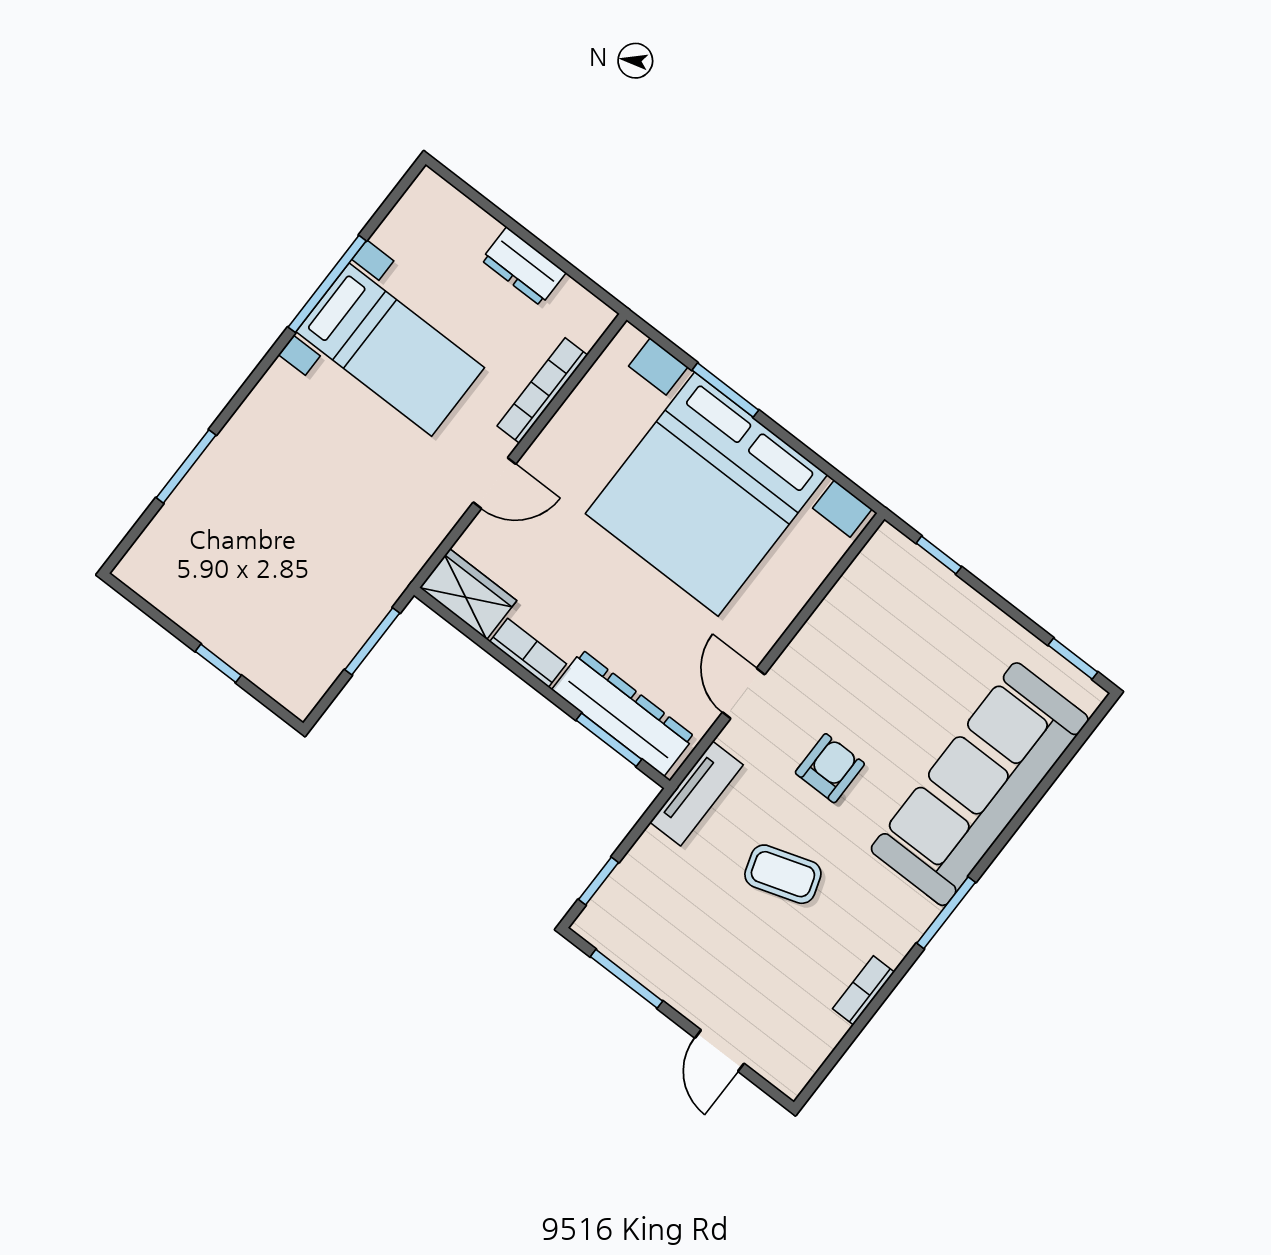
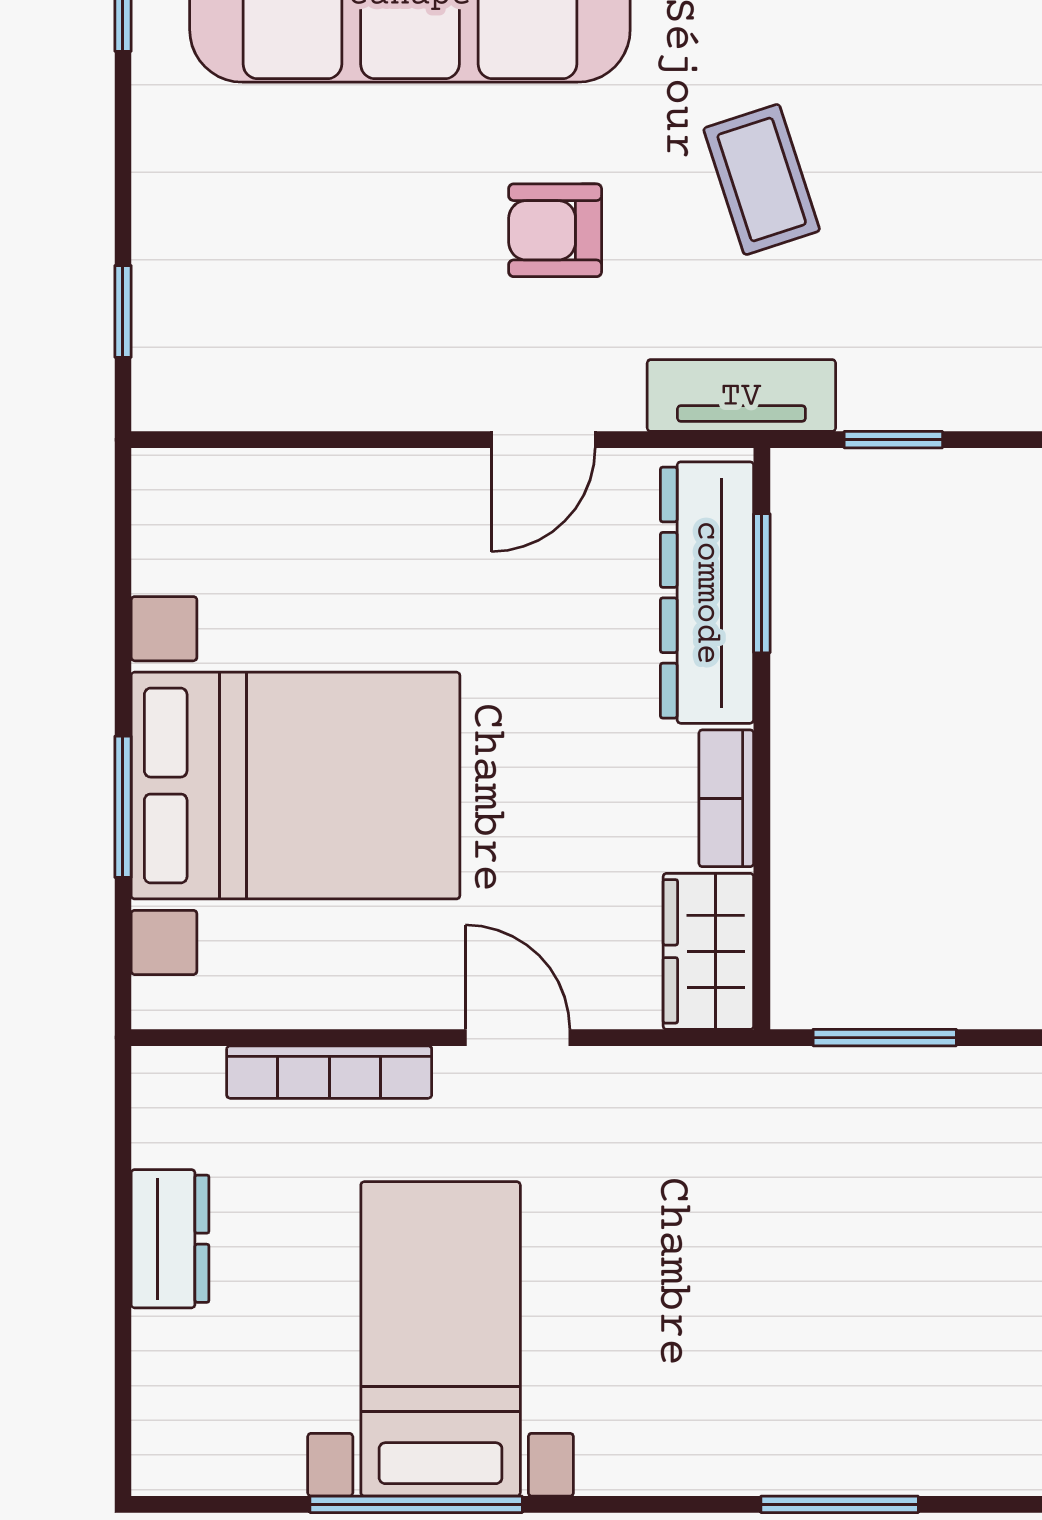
bed with nightstands: (706, 494) -> (296, 786), width x0.73
window: (599, 881) -> (893, 440), moved

